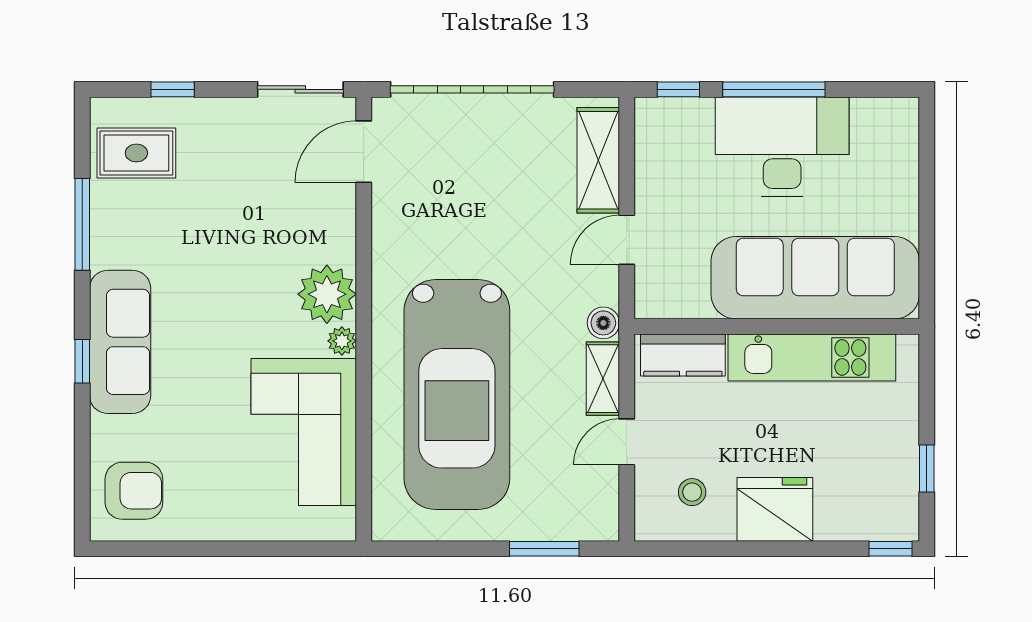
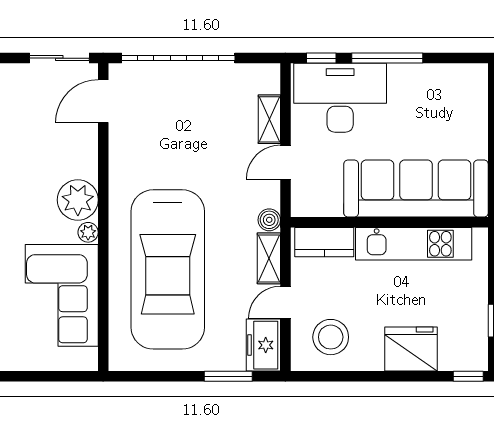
desk: (782, 147) -> (340, 98), moved
shelving: (598, 160) -> (269, 119), width x0.67, depth x0.75
stool: (692, 492) -> (331, 337), width x1.89, depth x1.89
freezer: (595, 504) -> (263, 345), added
fridge: (775, 509) -> (411, 349), moved

